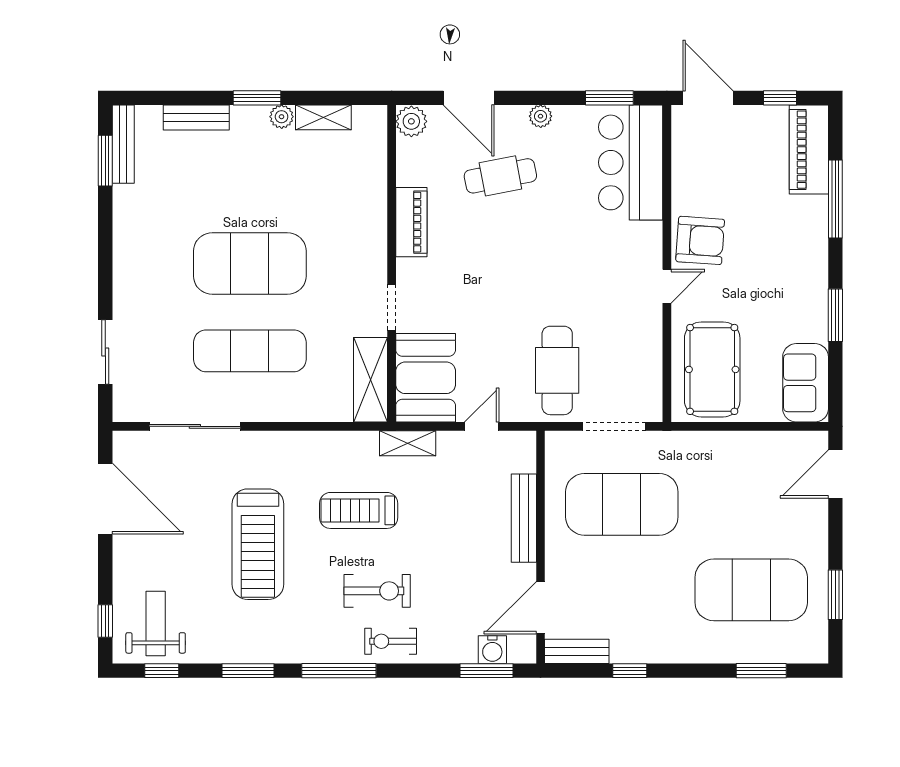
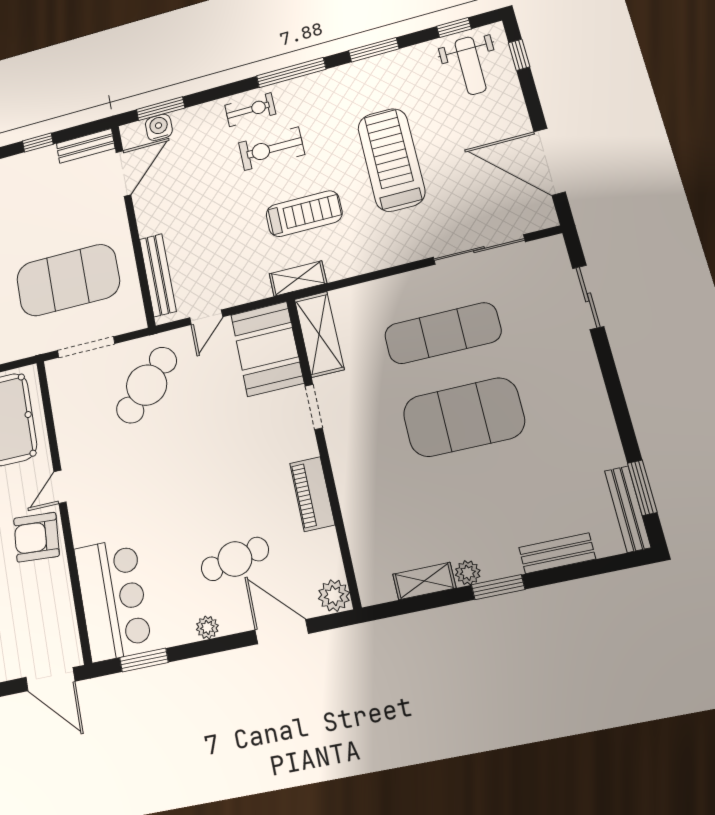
cafe table: (557, 370) -> (147, 385), turned 45
shelving: (408, 443) -> (298, 278), moved
bench: (524, 518) -> (158, 275), moved

